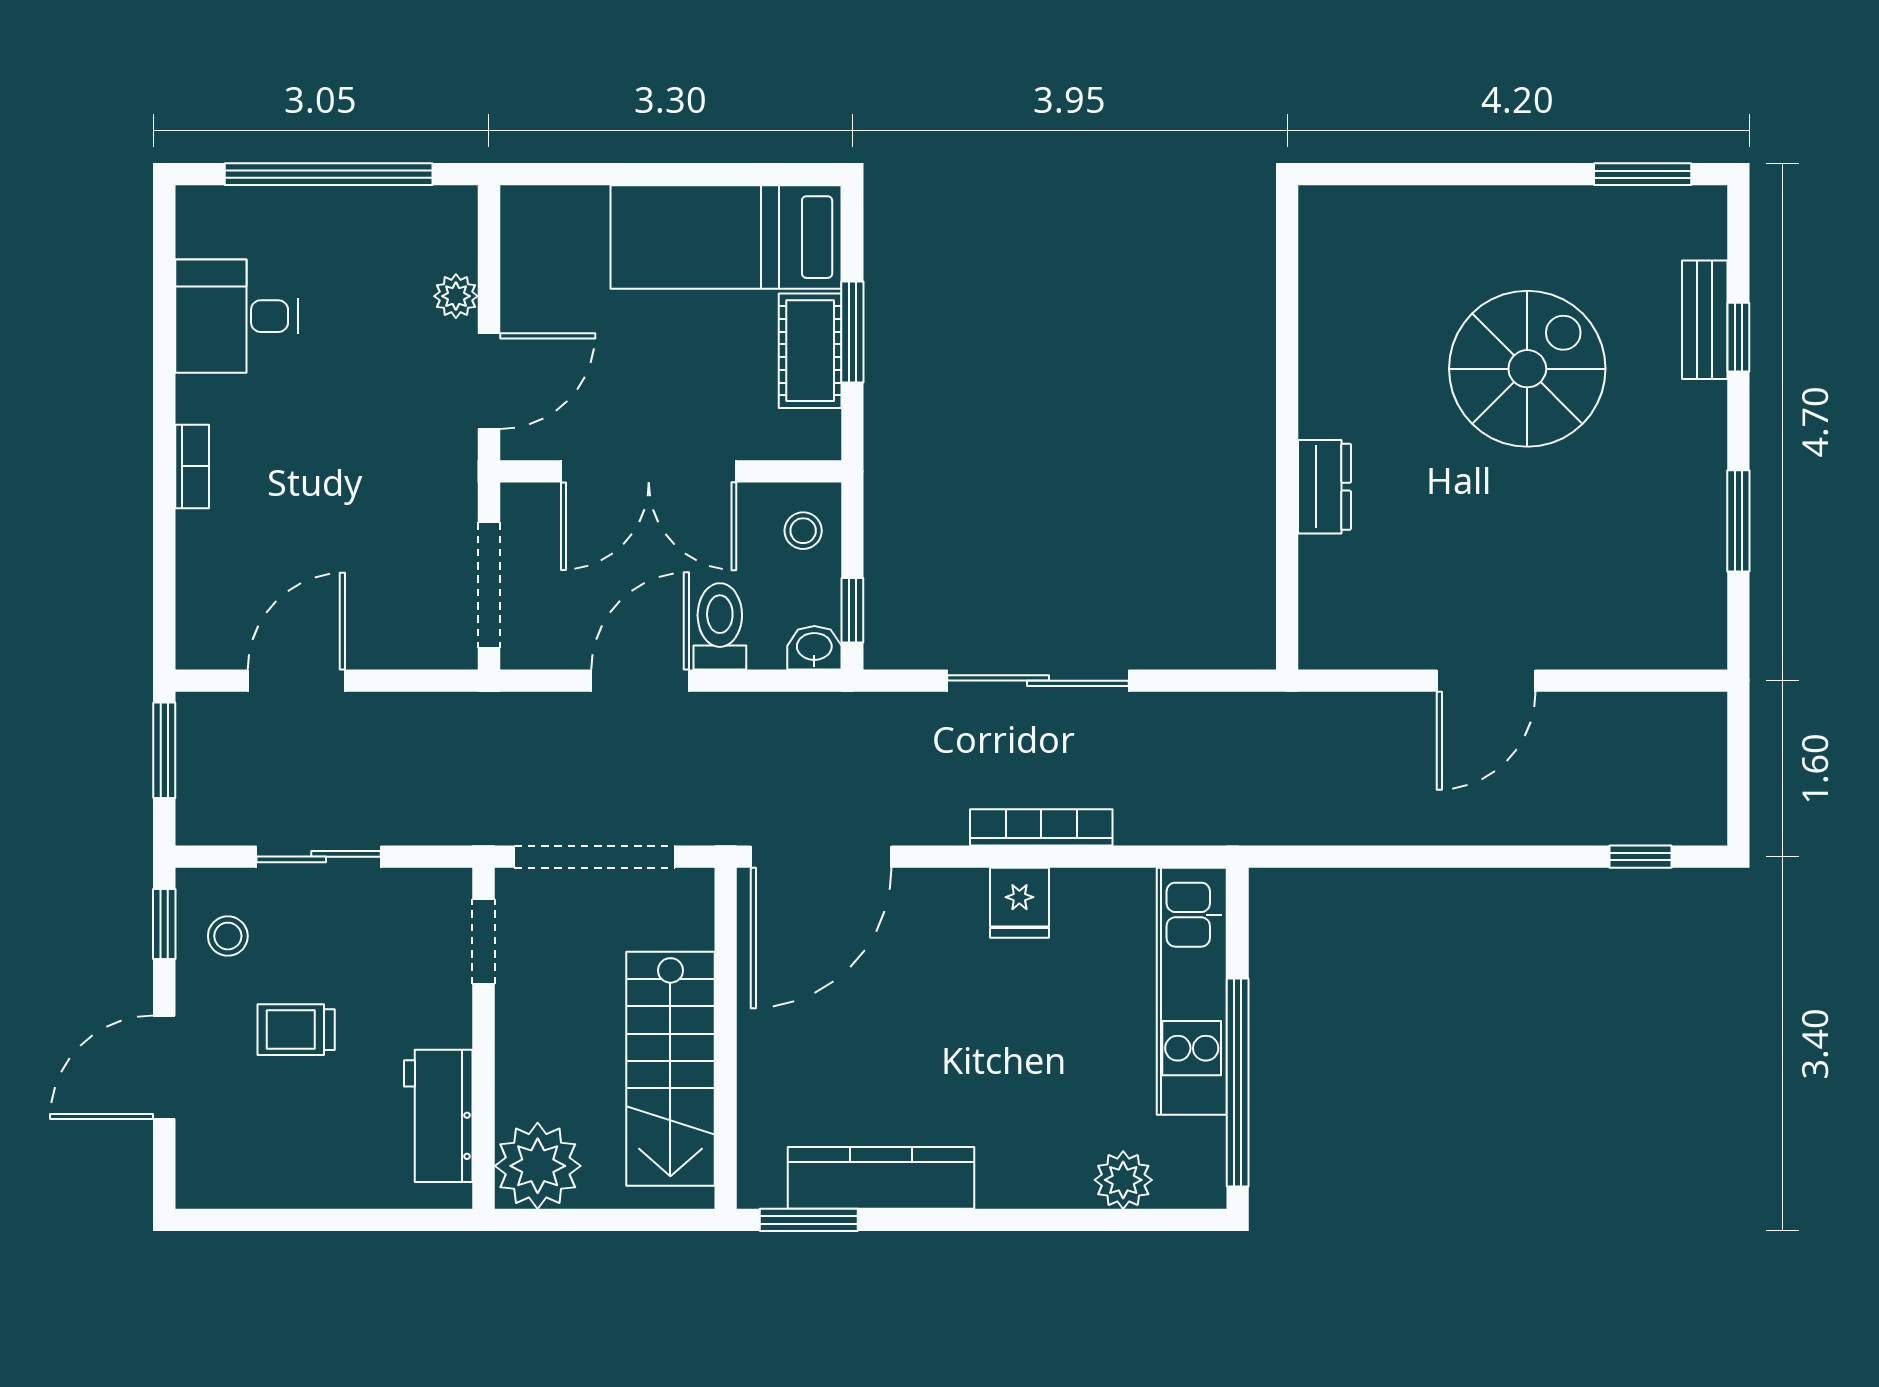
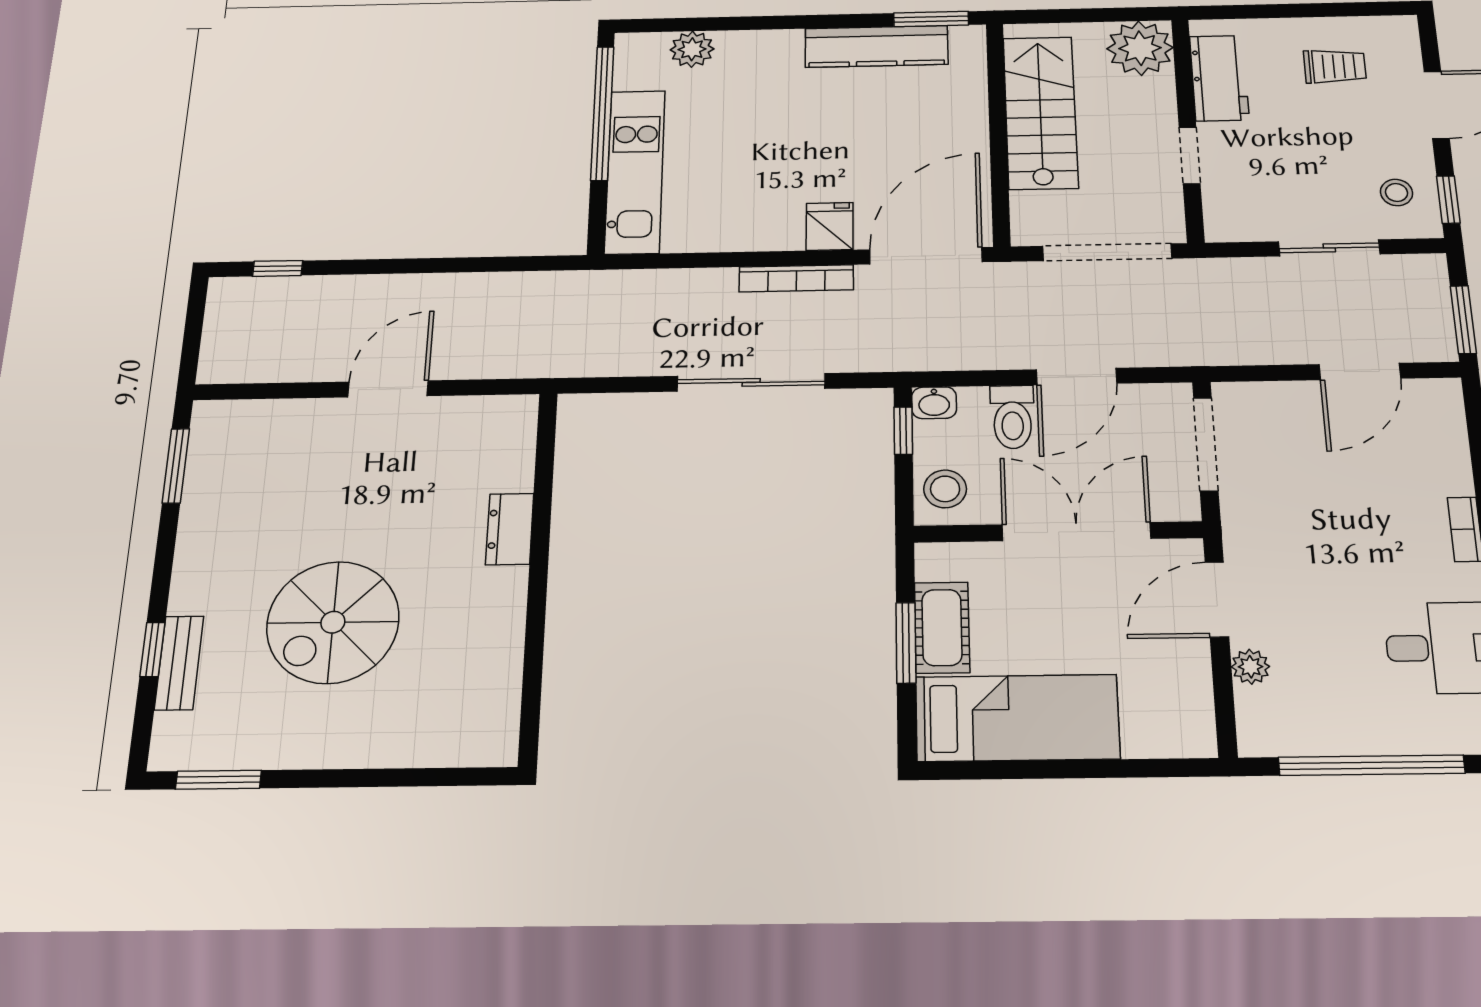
window: (1738, 521) -> (176, 466), moved
stool: (803, 531) -> (945, 489), width x1.37, depth x1.37
bookcase: (1041, 827) -> (796, 278), moved
fridge: (1019, 903) -> (830, 226), moved
doorway: (483, 941) -> (1190, 155), moved
trolley: (296, 1030) -> (1335, 66), moved

